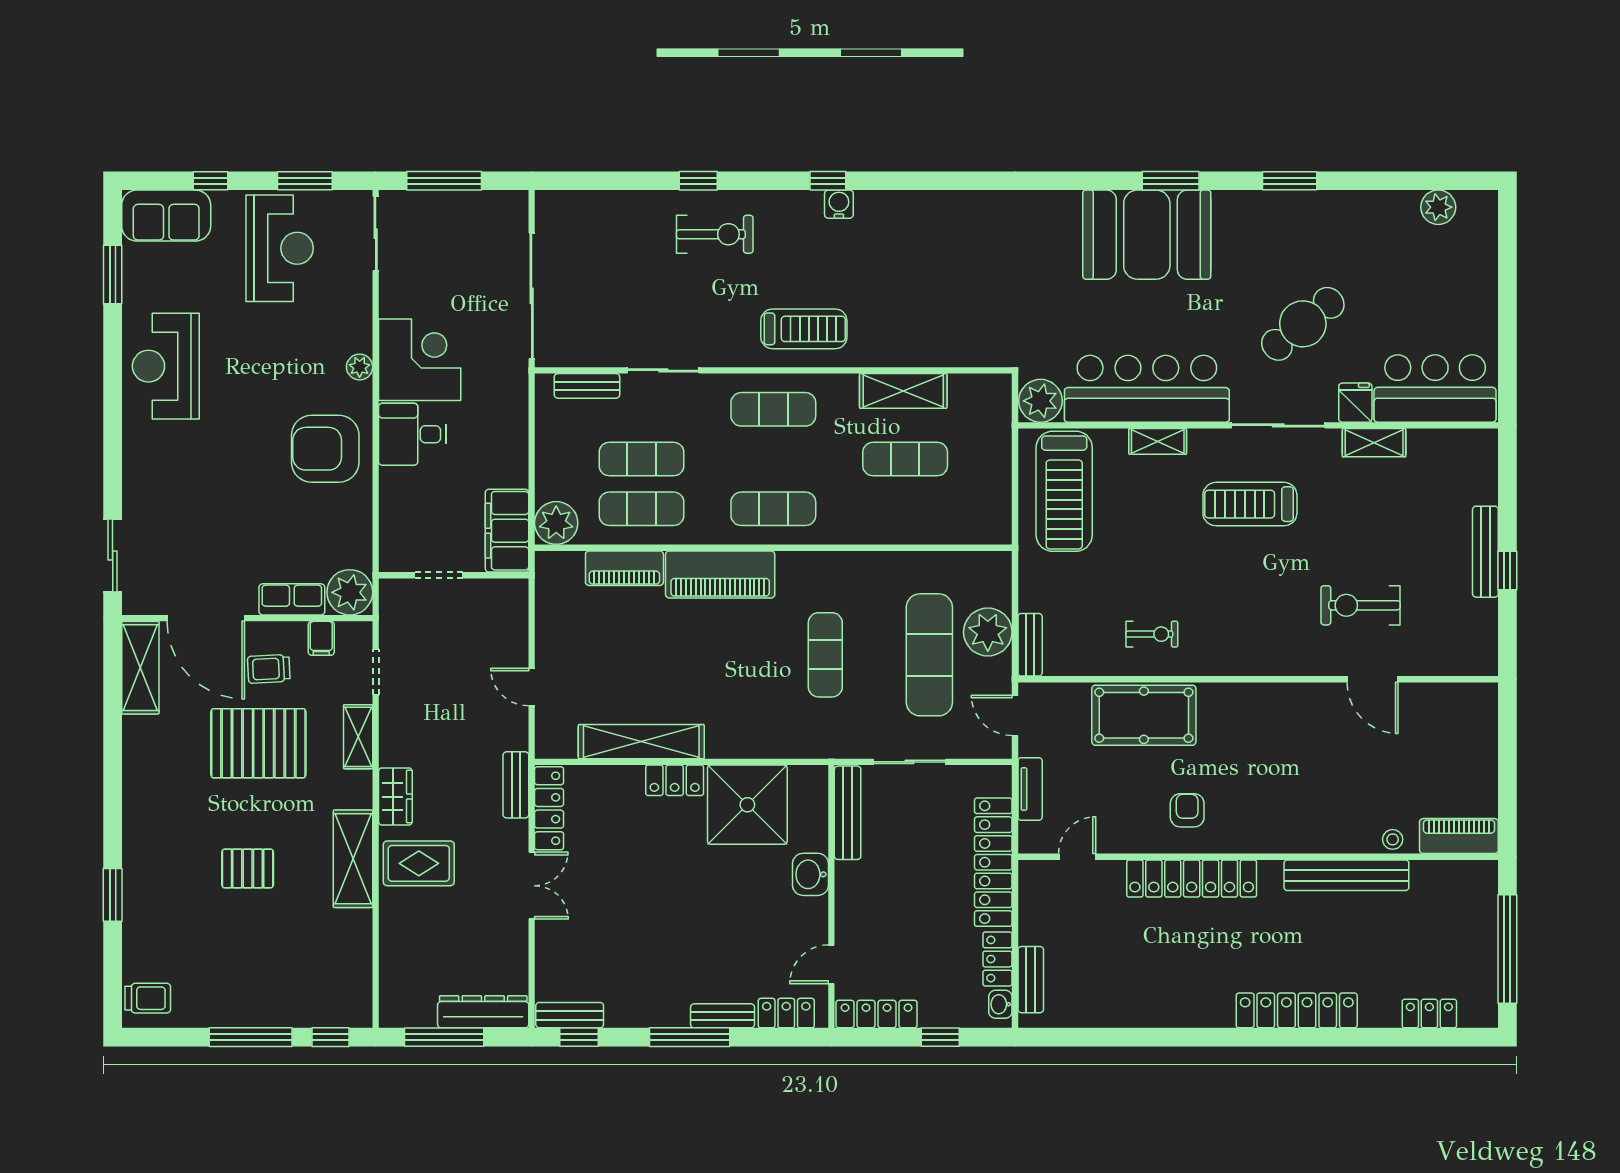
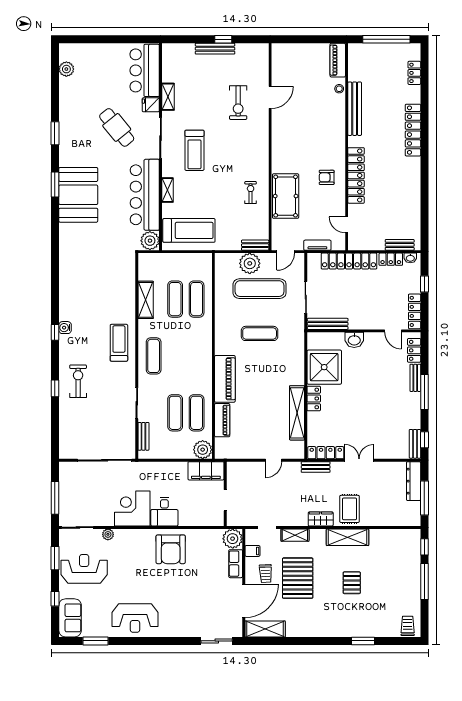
plant: (360, 367) -> (108, 534), moved
exercise mat: (773, 509) -> (197, 299), moved

